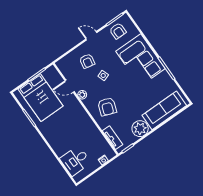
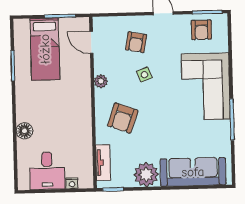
door: (70, 86) -> (91, 42), moved
bed: (41, 97) -> (45, 49), width x0.67
floor lamp: (59, 149) -> (24, 131), added
desk: (75, 161) -> (47, 171), moved, turned -90

